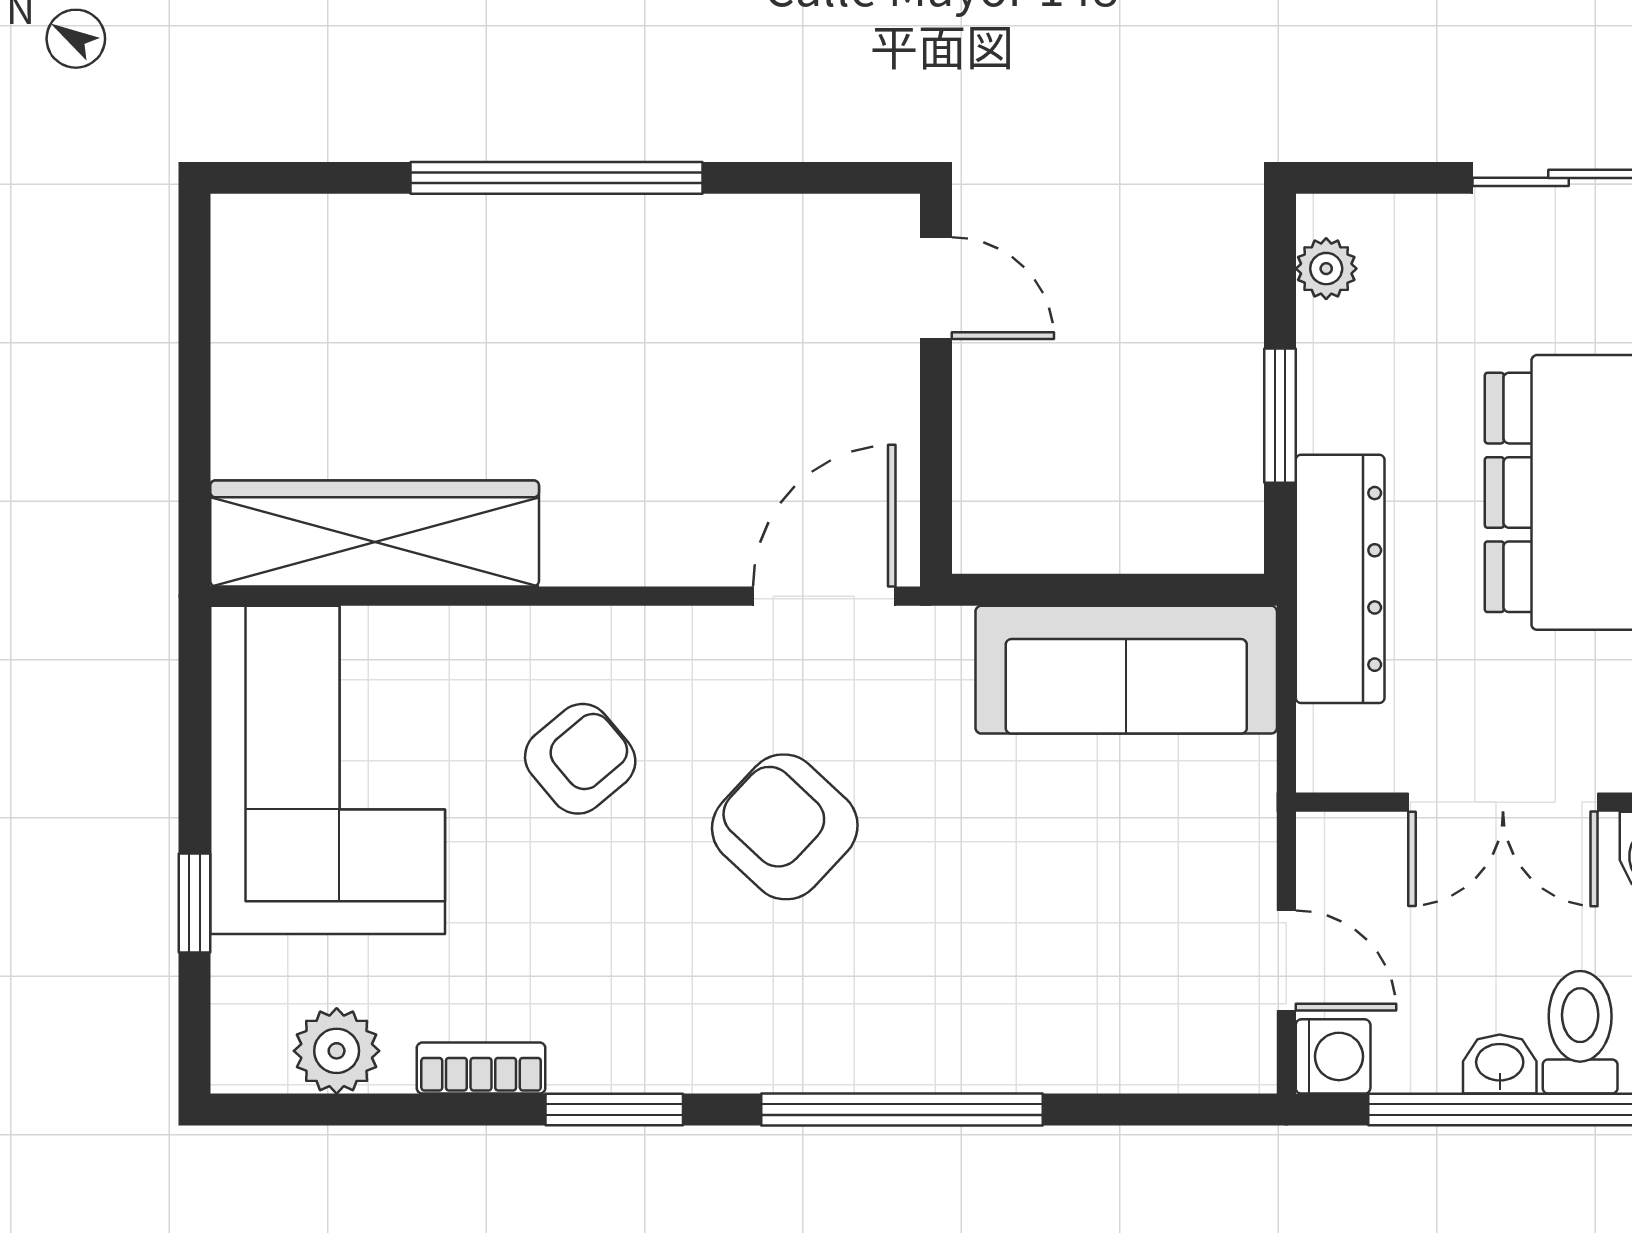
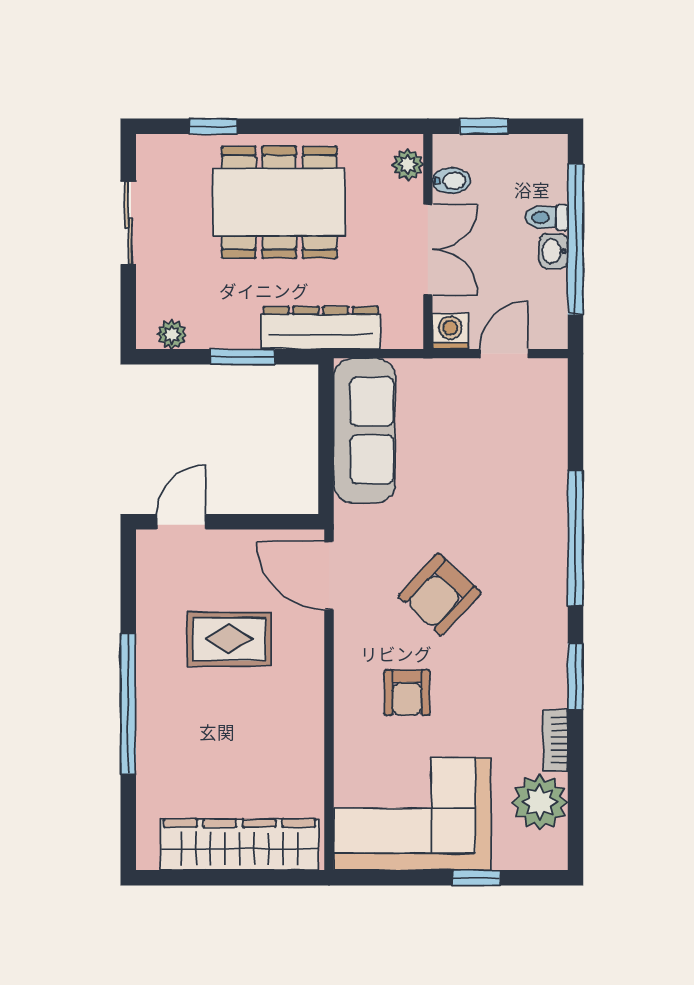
rug: (692, 388) -> (229, 639), added
wardrobe: (375, 533) -> (240, 845), moved, turned 90
armchair: (580, 759) -> (407, 693), turned -140
toilet: (1580, 1032) -> (547, 217), width x0.73, depth x0.72
plant: (337, 1051) -> (540, 802), width x1.36, depth x1.36
washing machine: (1333, 1056) -> (450, 331), moved

